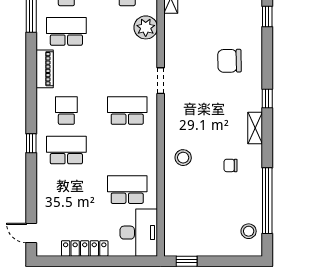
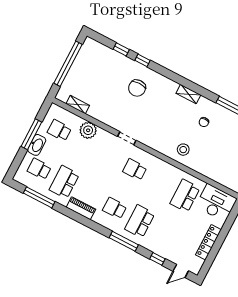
window: (267, 99) -> (143, 60), moved
school desk: (127, 111) -> (135, 170), width x0.54
window: (31, 143) -> (124, 241), width x2.17
window: (31, 196) -> (157, 259), added

